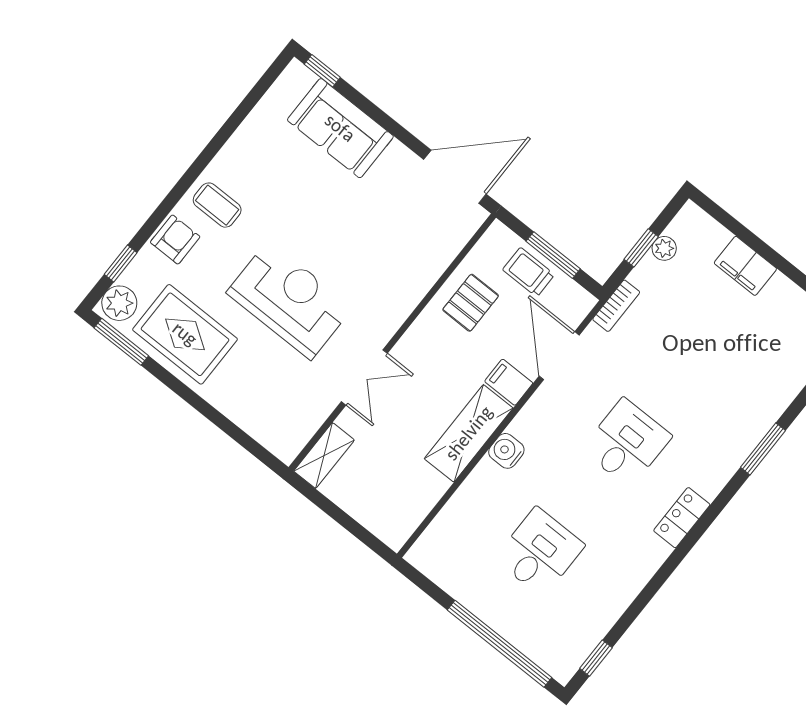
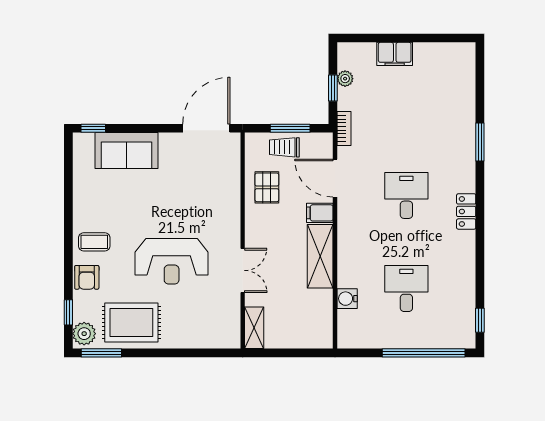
armchair: (175, 240) -> (87, 277), turned 180
reception desk: (290, 300) -> (172, 261), turned 180
water cooler: (506, 451) -> (347, 299), moved

